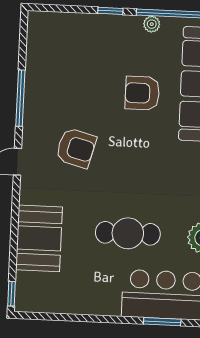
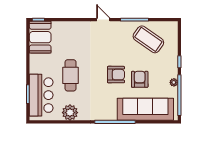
coffee table: (62, 72) -> (148, 39), added
armchair: (76, 148) -> (116, 75), moved, turned -105
booth: (39, 238) -> (40, 37), moved, turned 90

